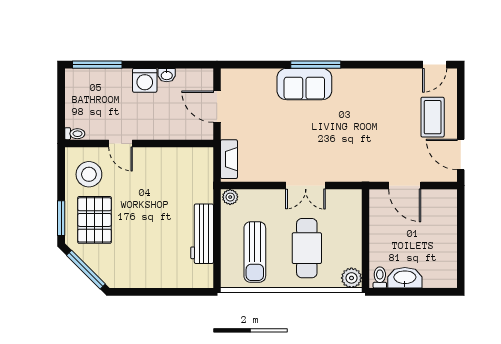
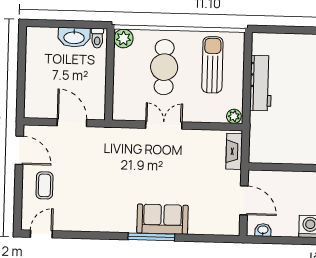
washbasin: (167, 75) -> (263, 230), moved
coffee table: (433, 117) -> (44, 185), width x0.73, depth x0.77

